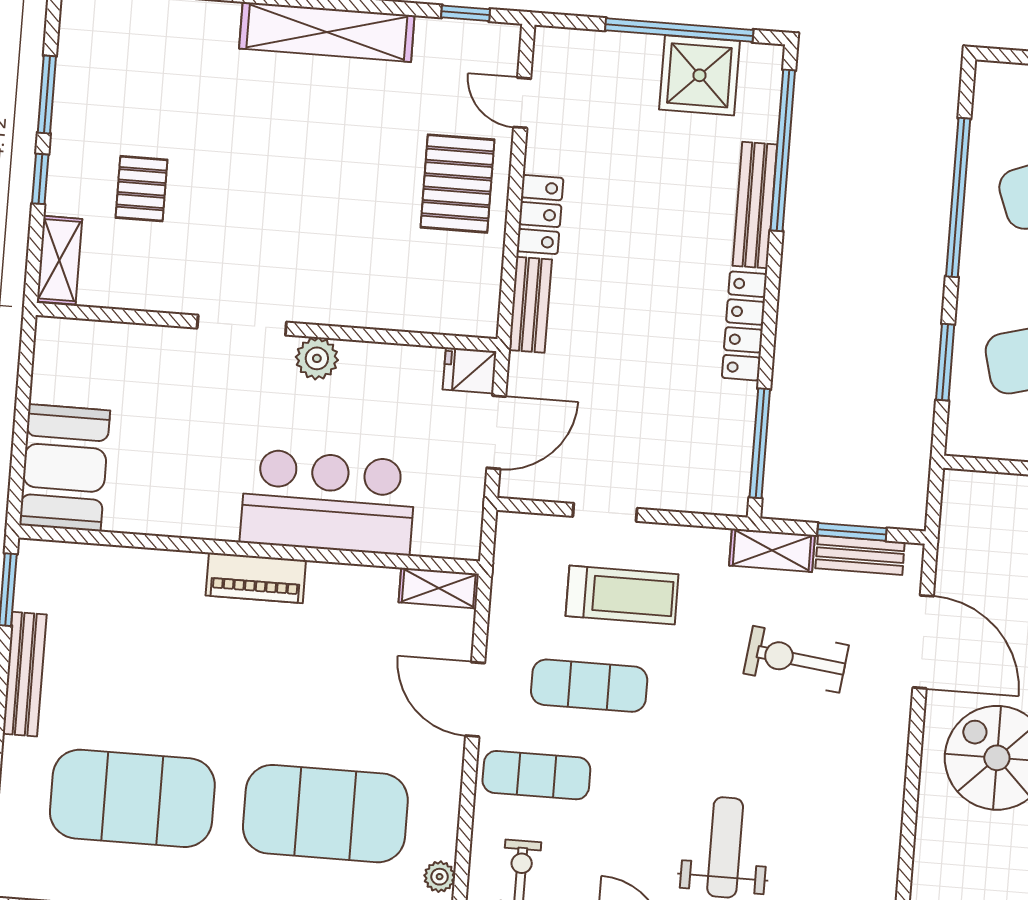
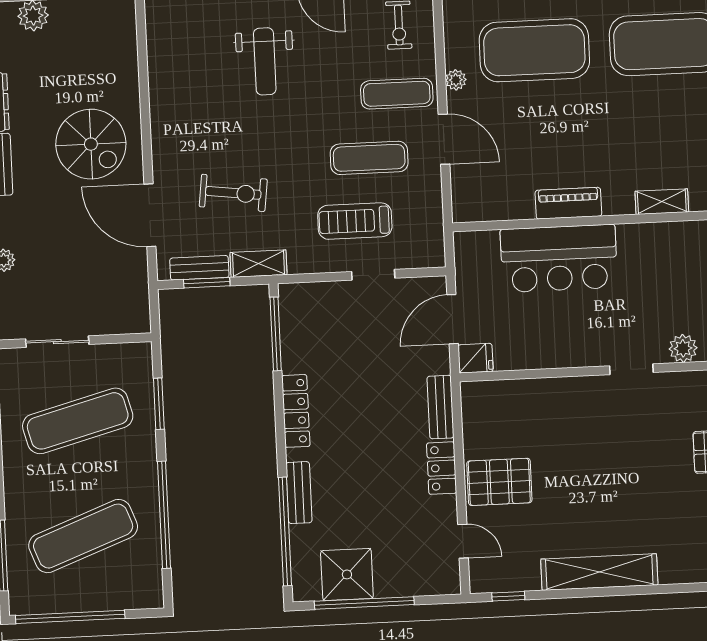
pallet: (458, 184) -> (499, 482), turned 90
bench: (755, 205) -> (299, 493), width x0.73
doorway: (242, 325) -> (631, 369), width x0.73
plant: (317, 358) -> (683, 348), moved
piano: (256, 578) -> (568, 203), moved
shelving: (439, 588) -> (662, 202), moved
plant: (440, 877) -> (456, 80), moved

